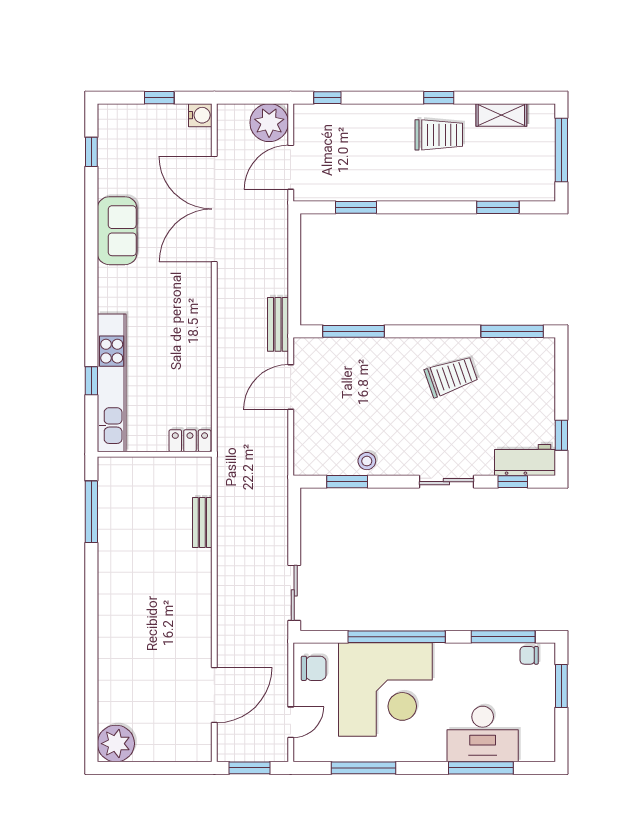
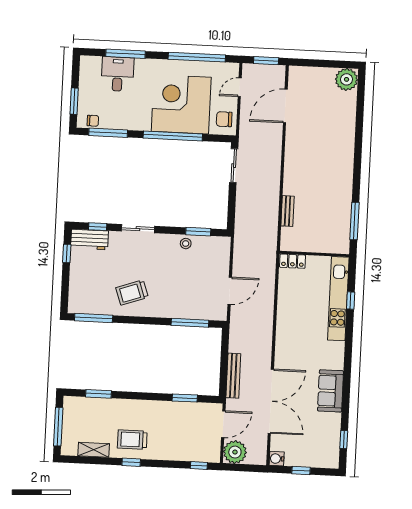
bench: (278, 324) -> (233, 376), moved, width x1.36
desk: (483, 734) -> (118, 74), width x0.73
window: (363, 768) -> (197, 57), width x1.46

